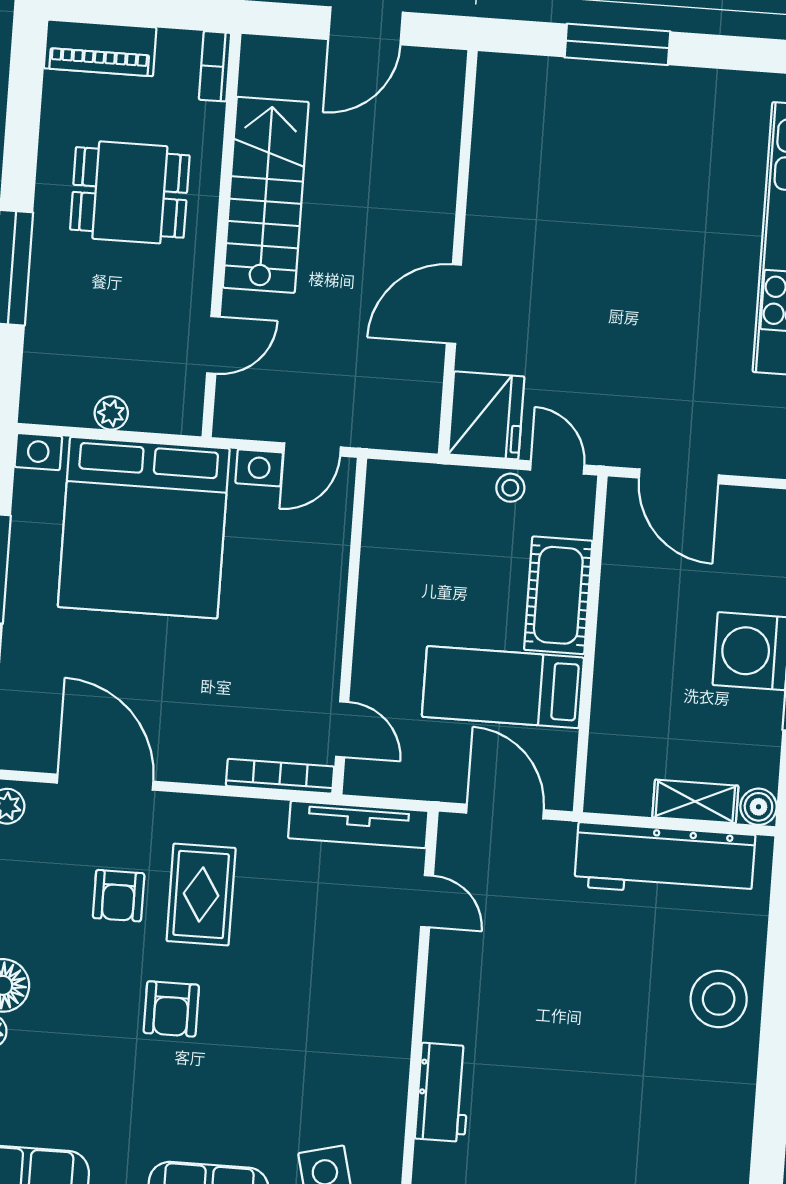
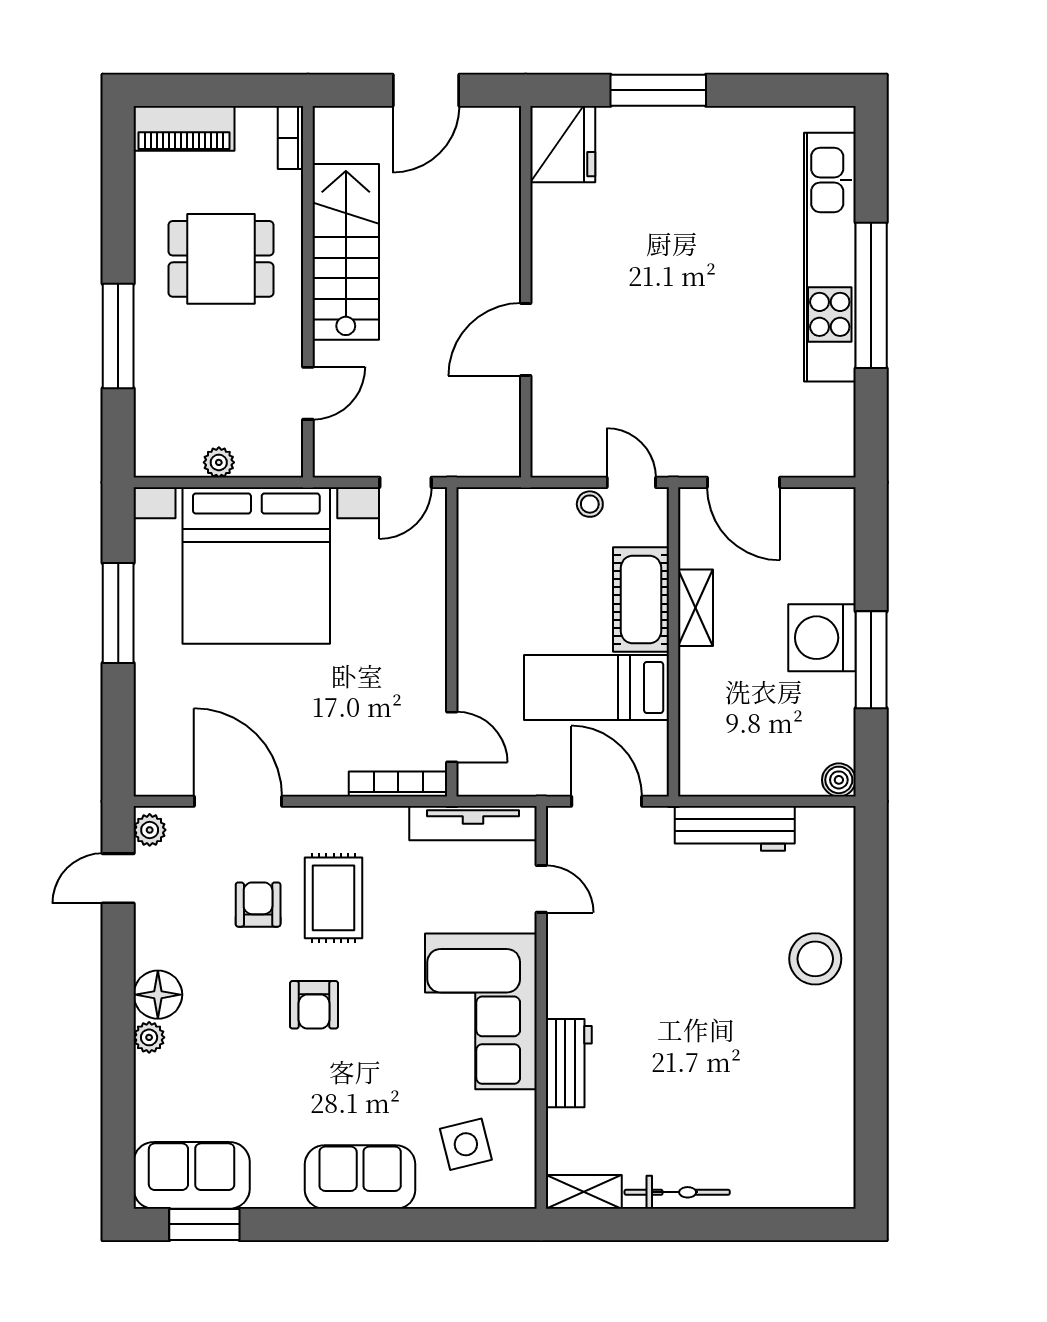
fridge: (486, 415) -> (563, 144), moved
shelving: (695, 801) -> (695, 608), moved, turned 90
workbench: (665, 861) -> (735, 828), width x0.73, depth x0.76
armchair: (119, 896) -> (258, 905), turned 180
corner sofa: (352, 1029) -> (481, 1011), added

